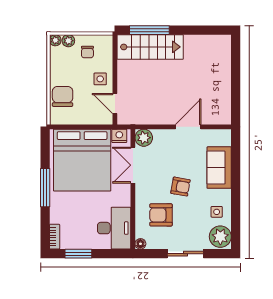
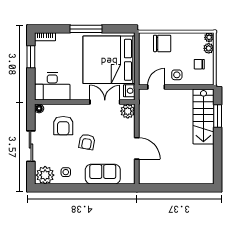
window: (149, 30) -> (218, 116), width x0.69
armchair: (161, 215) -> (63, 126), turned 180

